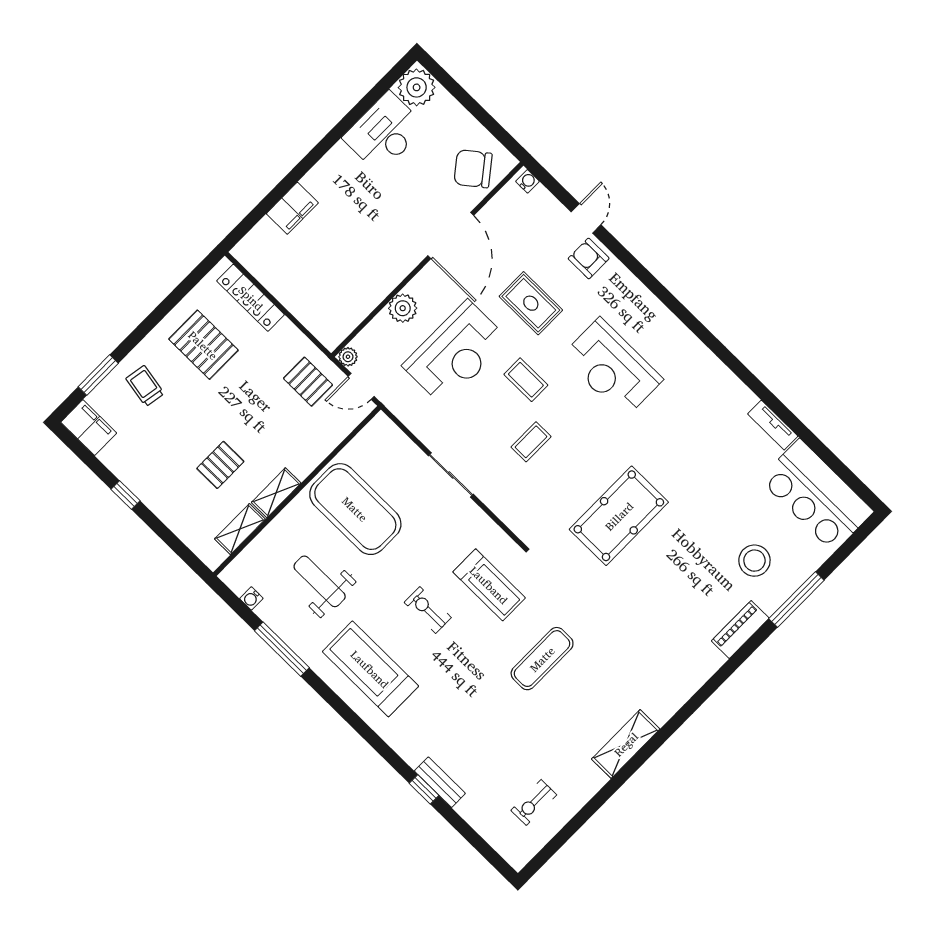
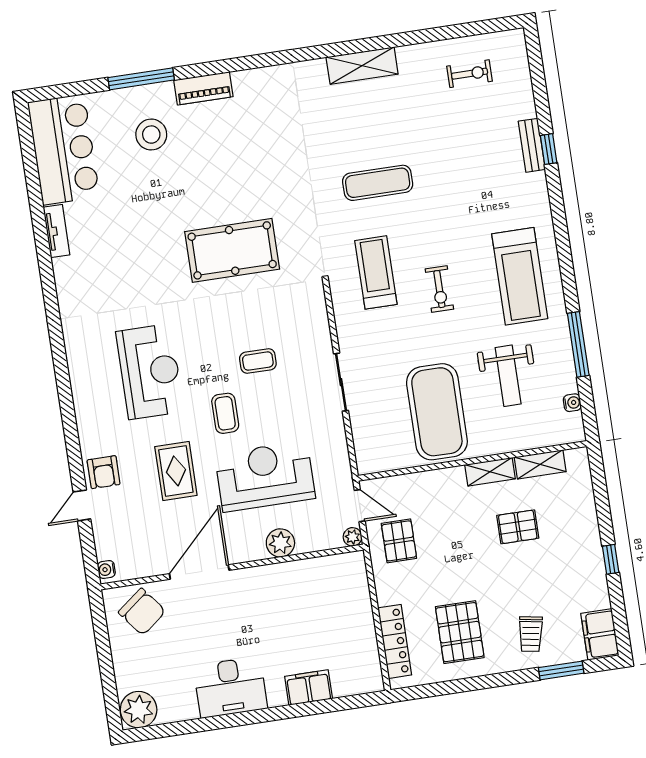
desk: (384, 132) -> (230, 687), moved

